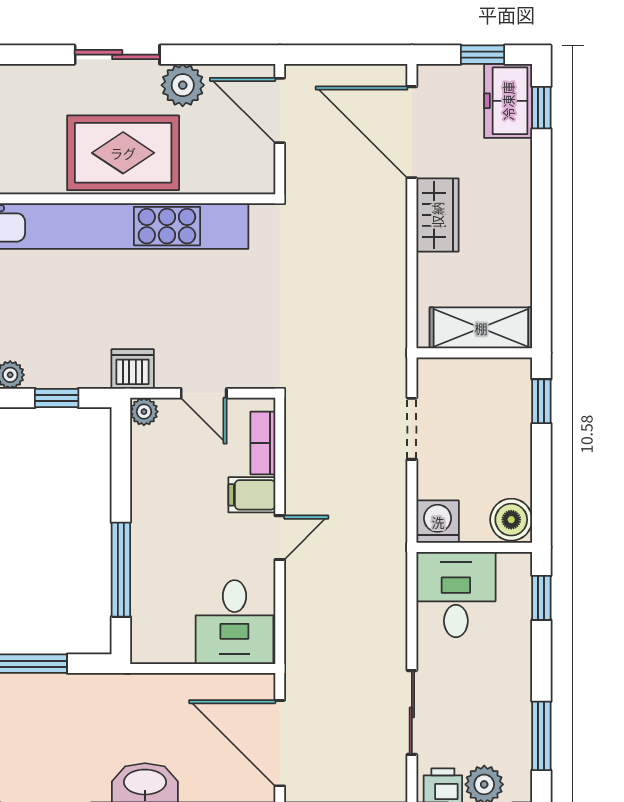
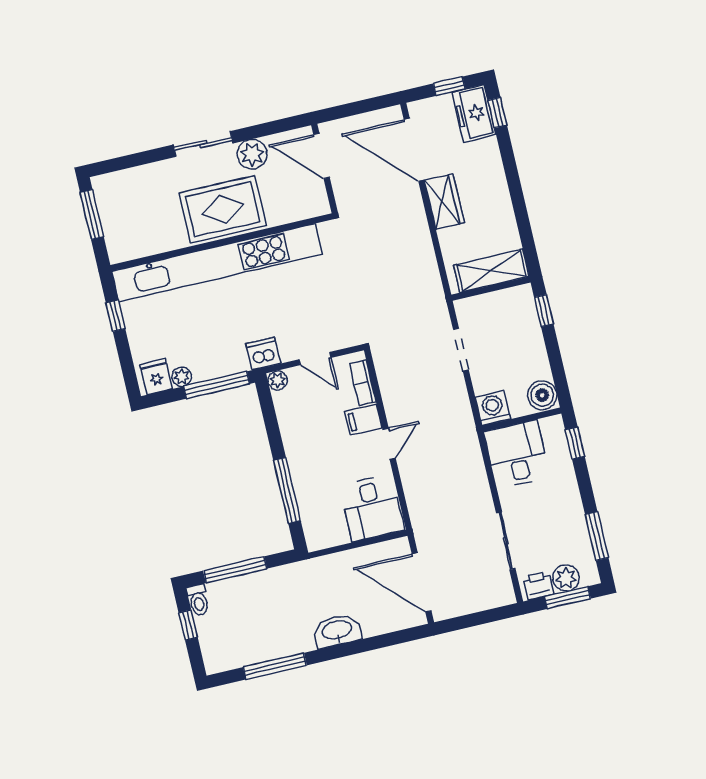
window: (57, 398) -> (217, 385), width x2.17

